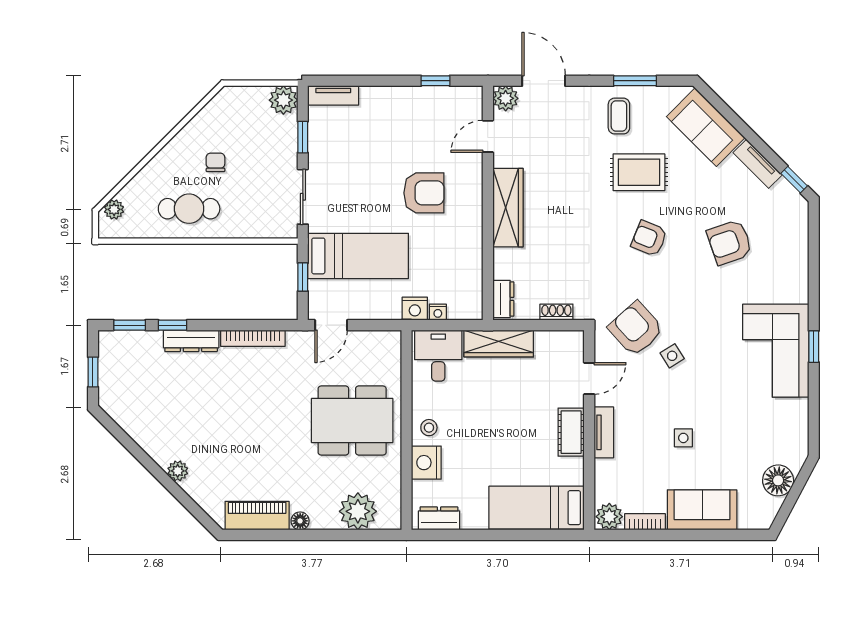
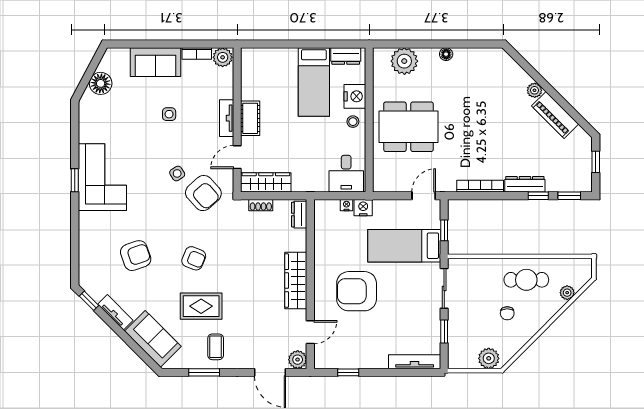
tv unit: (333, 95) -> (415, 362), width x1.41
plant: (283, 100) -> (489, 358), moved
armchair: (424, 193) -> (357, 291), width x1.36, depth x1.36
plant: (114, 209) -> (567, 293), moved
wardrobe: (499, 343) -> (266, 182), moved
bed: (537, 508) -> (314, 82), moved, turned 90
piano: (257, 516) -> (555, 115), moved, turned 45

